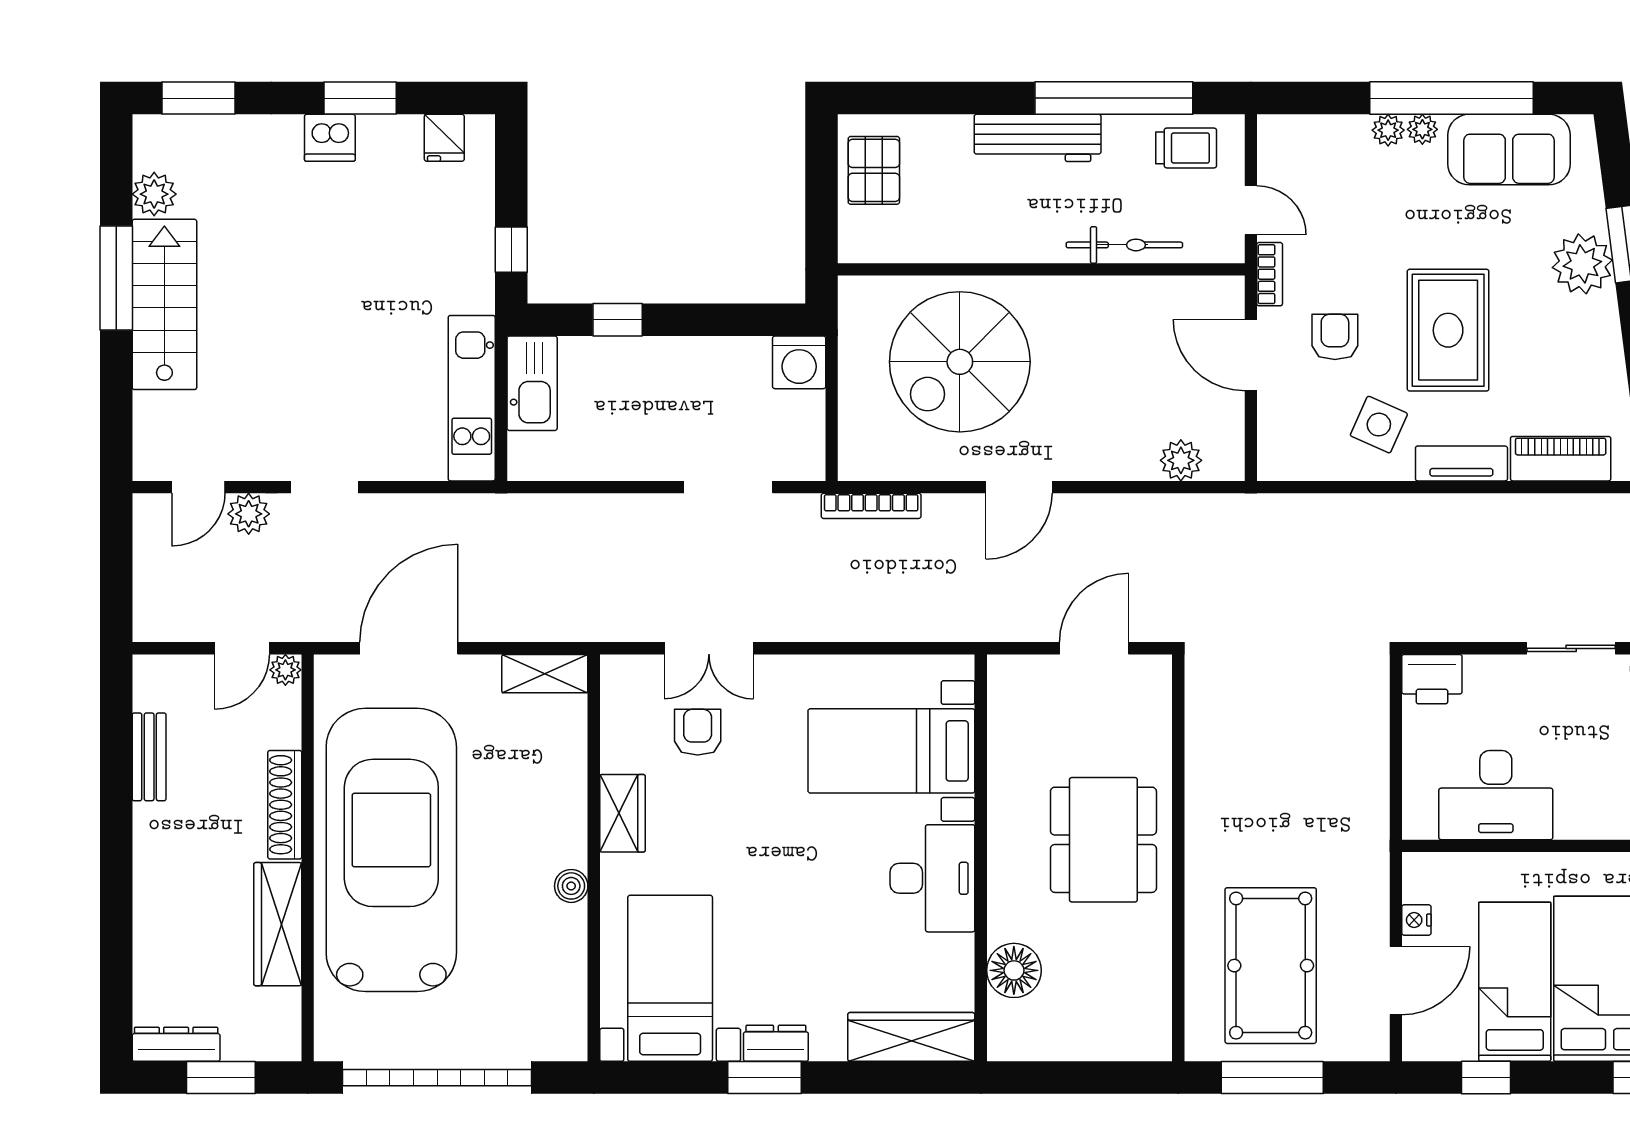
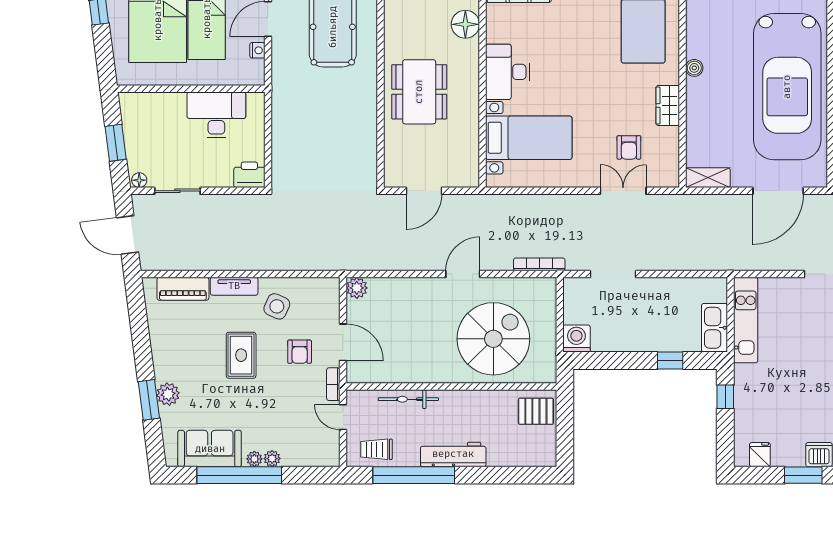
pallet: (874, 170) -> (536, 411), moved, turned 90
plant: (1582, 264) -> (168, 394), width x0.73, depth x0.73
rug: (1448, 330) -> (241, 355), width x0.73, depth x0.70
plant: (1181, 460) -> (357, 288), moved

